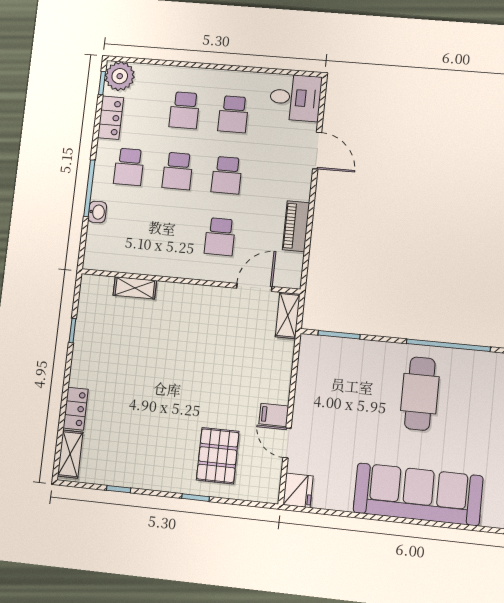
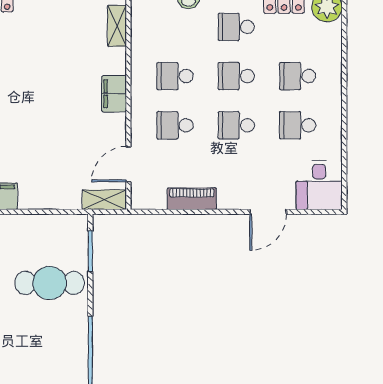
school desk: (171, 232) -> (175, 76), added
door: (254, 287) -> (128, 164), swing flipped
shelving: (135, 288) -> (117, 26), moved
filing cabinet: (182, 295) -> (114, 94), added
cafe table: (420, 394) -> (50, 283), moved

